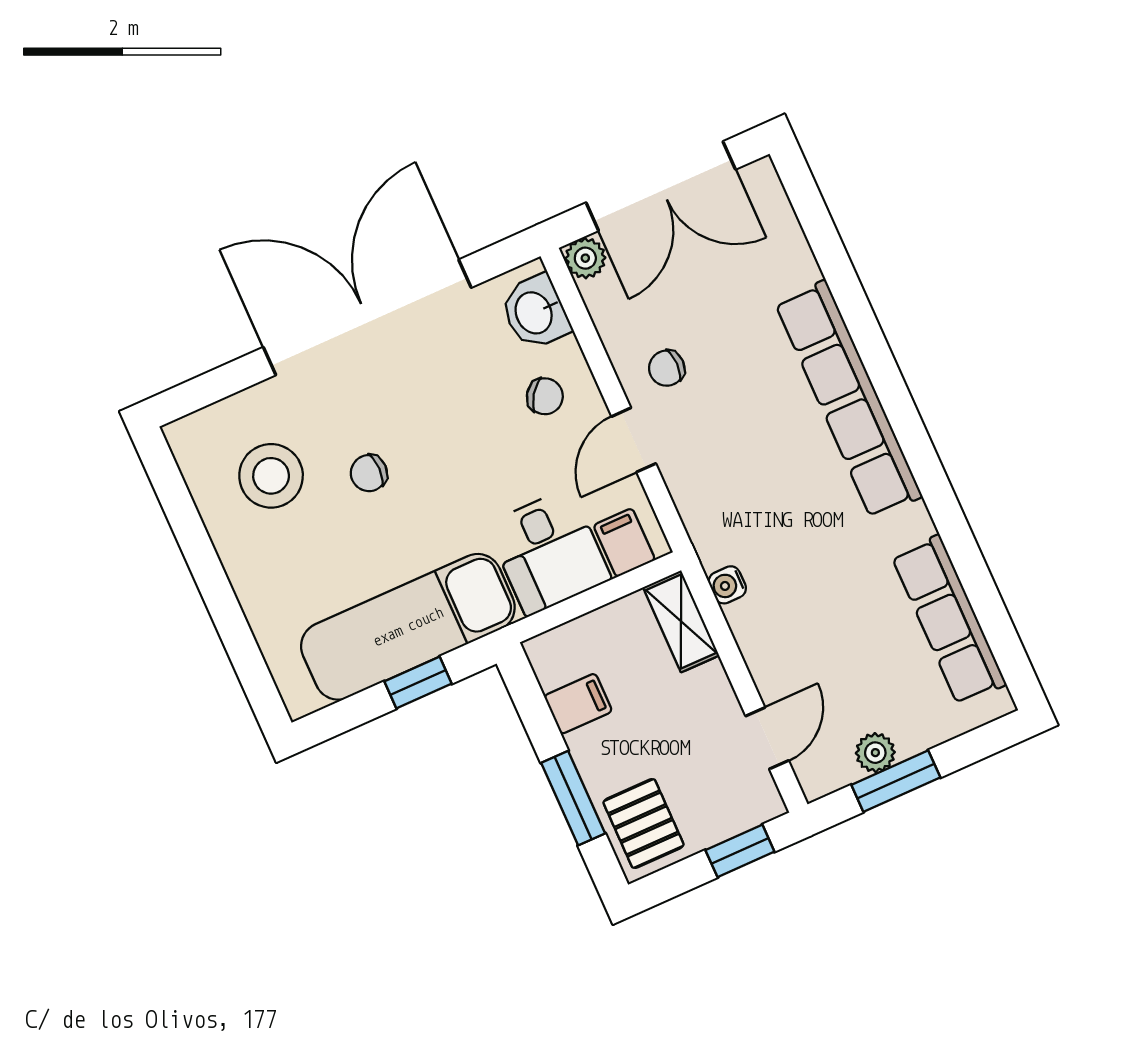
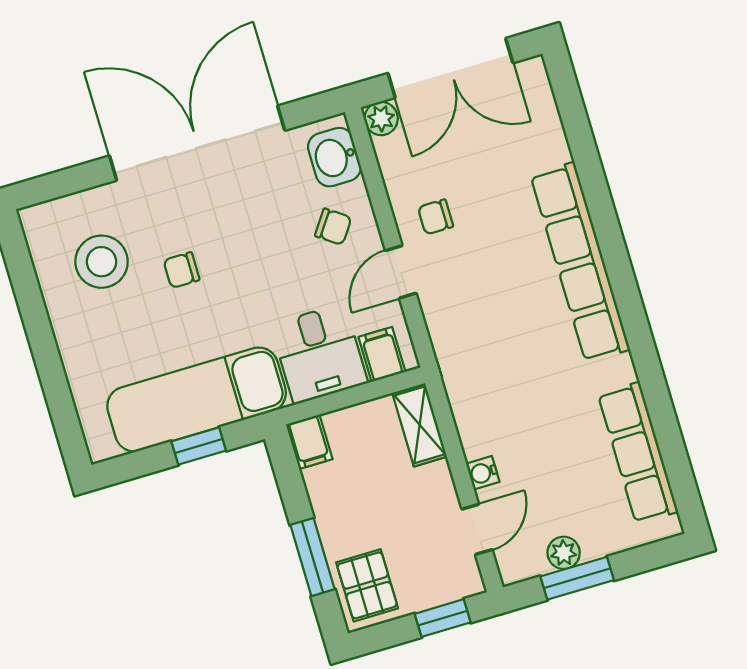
water cooler: (727, 585) -> (483, 473), moved
filing cabinet: (578, 704) -> (309, 442), moved, turned 90

